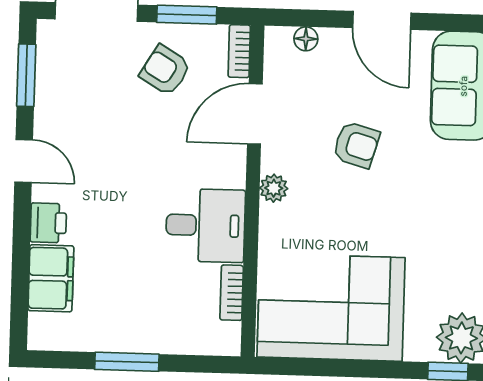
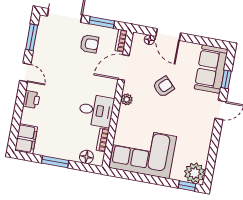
door: (382, 20) -> (168, 35), moved
armchair: (165, 70) -> (89, 44), turned 149
armchair: (356, 145) -> (163, 87), turned -60
filing cabinet: (51, 278) -> (26, 139), moved
floor lamp: (199, 339) -> (86, 157), added

